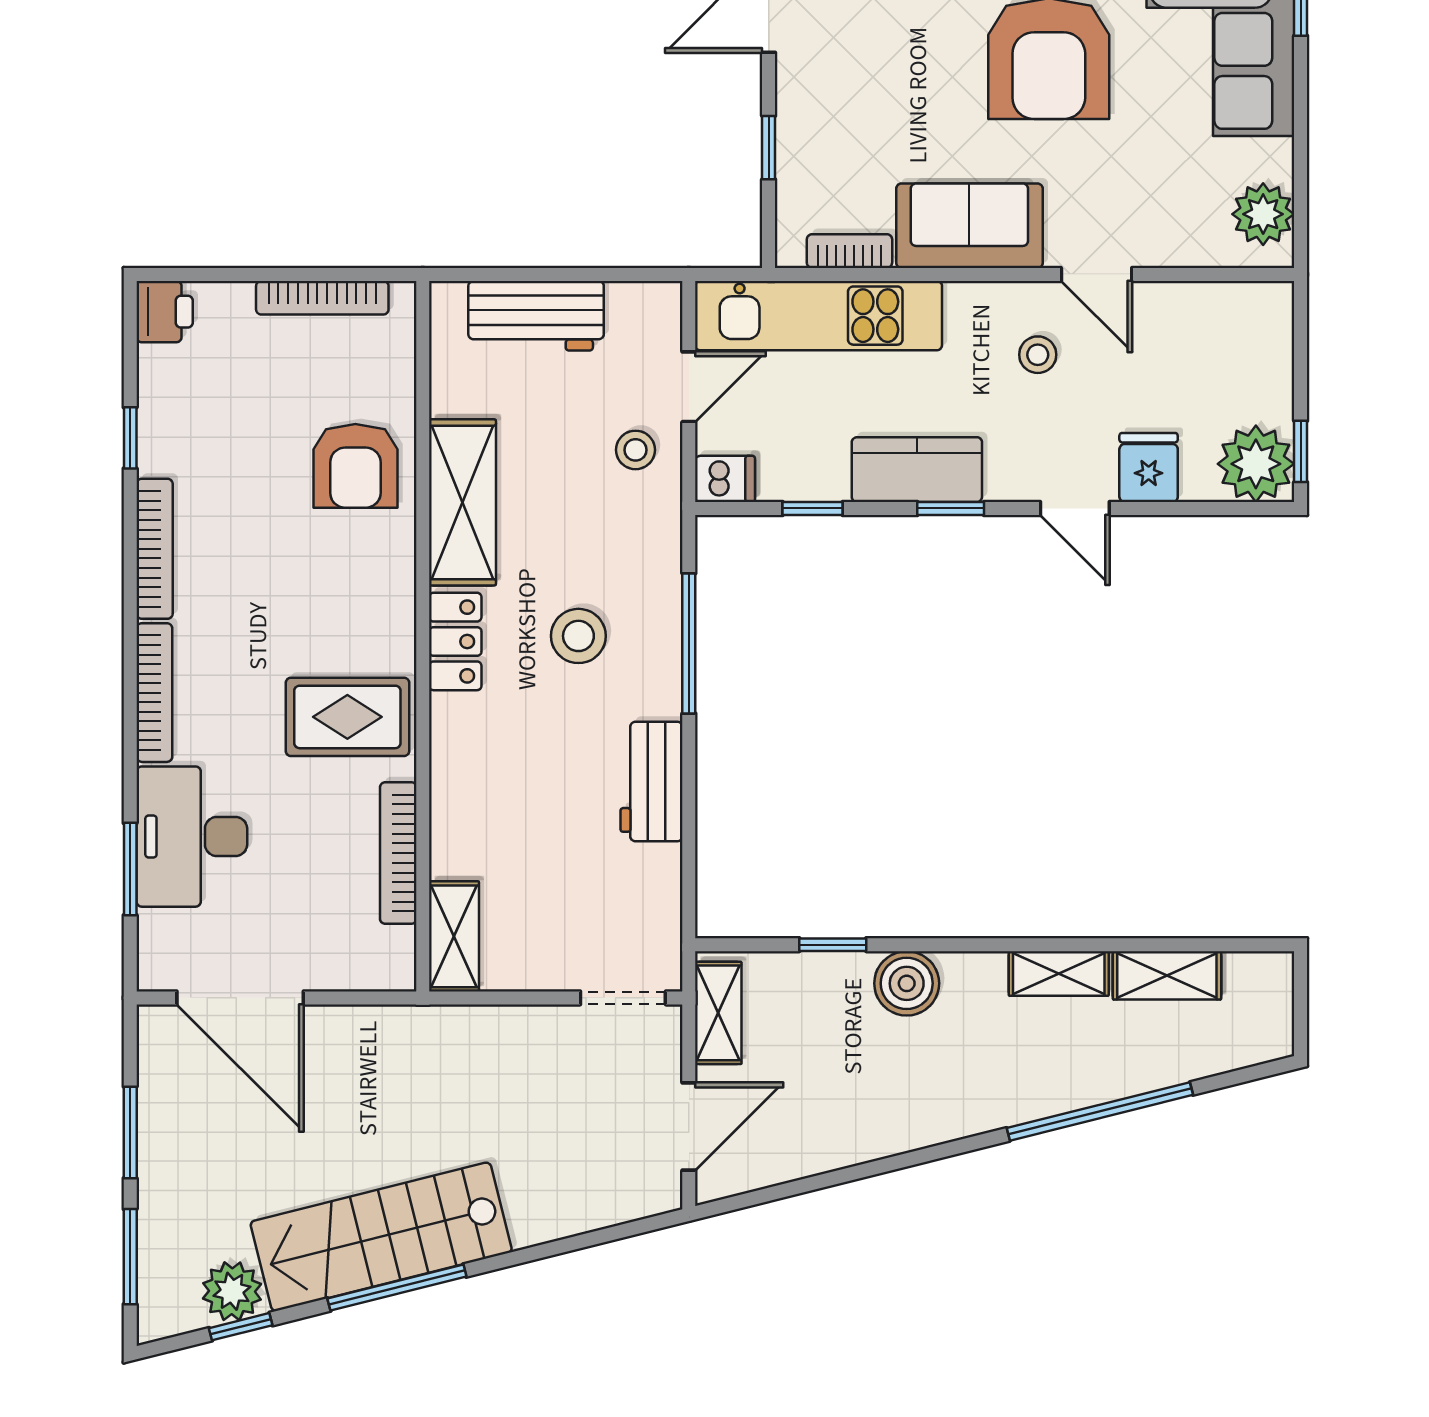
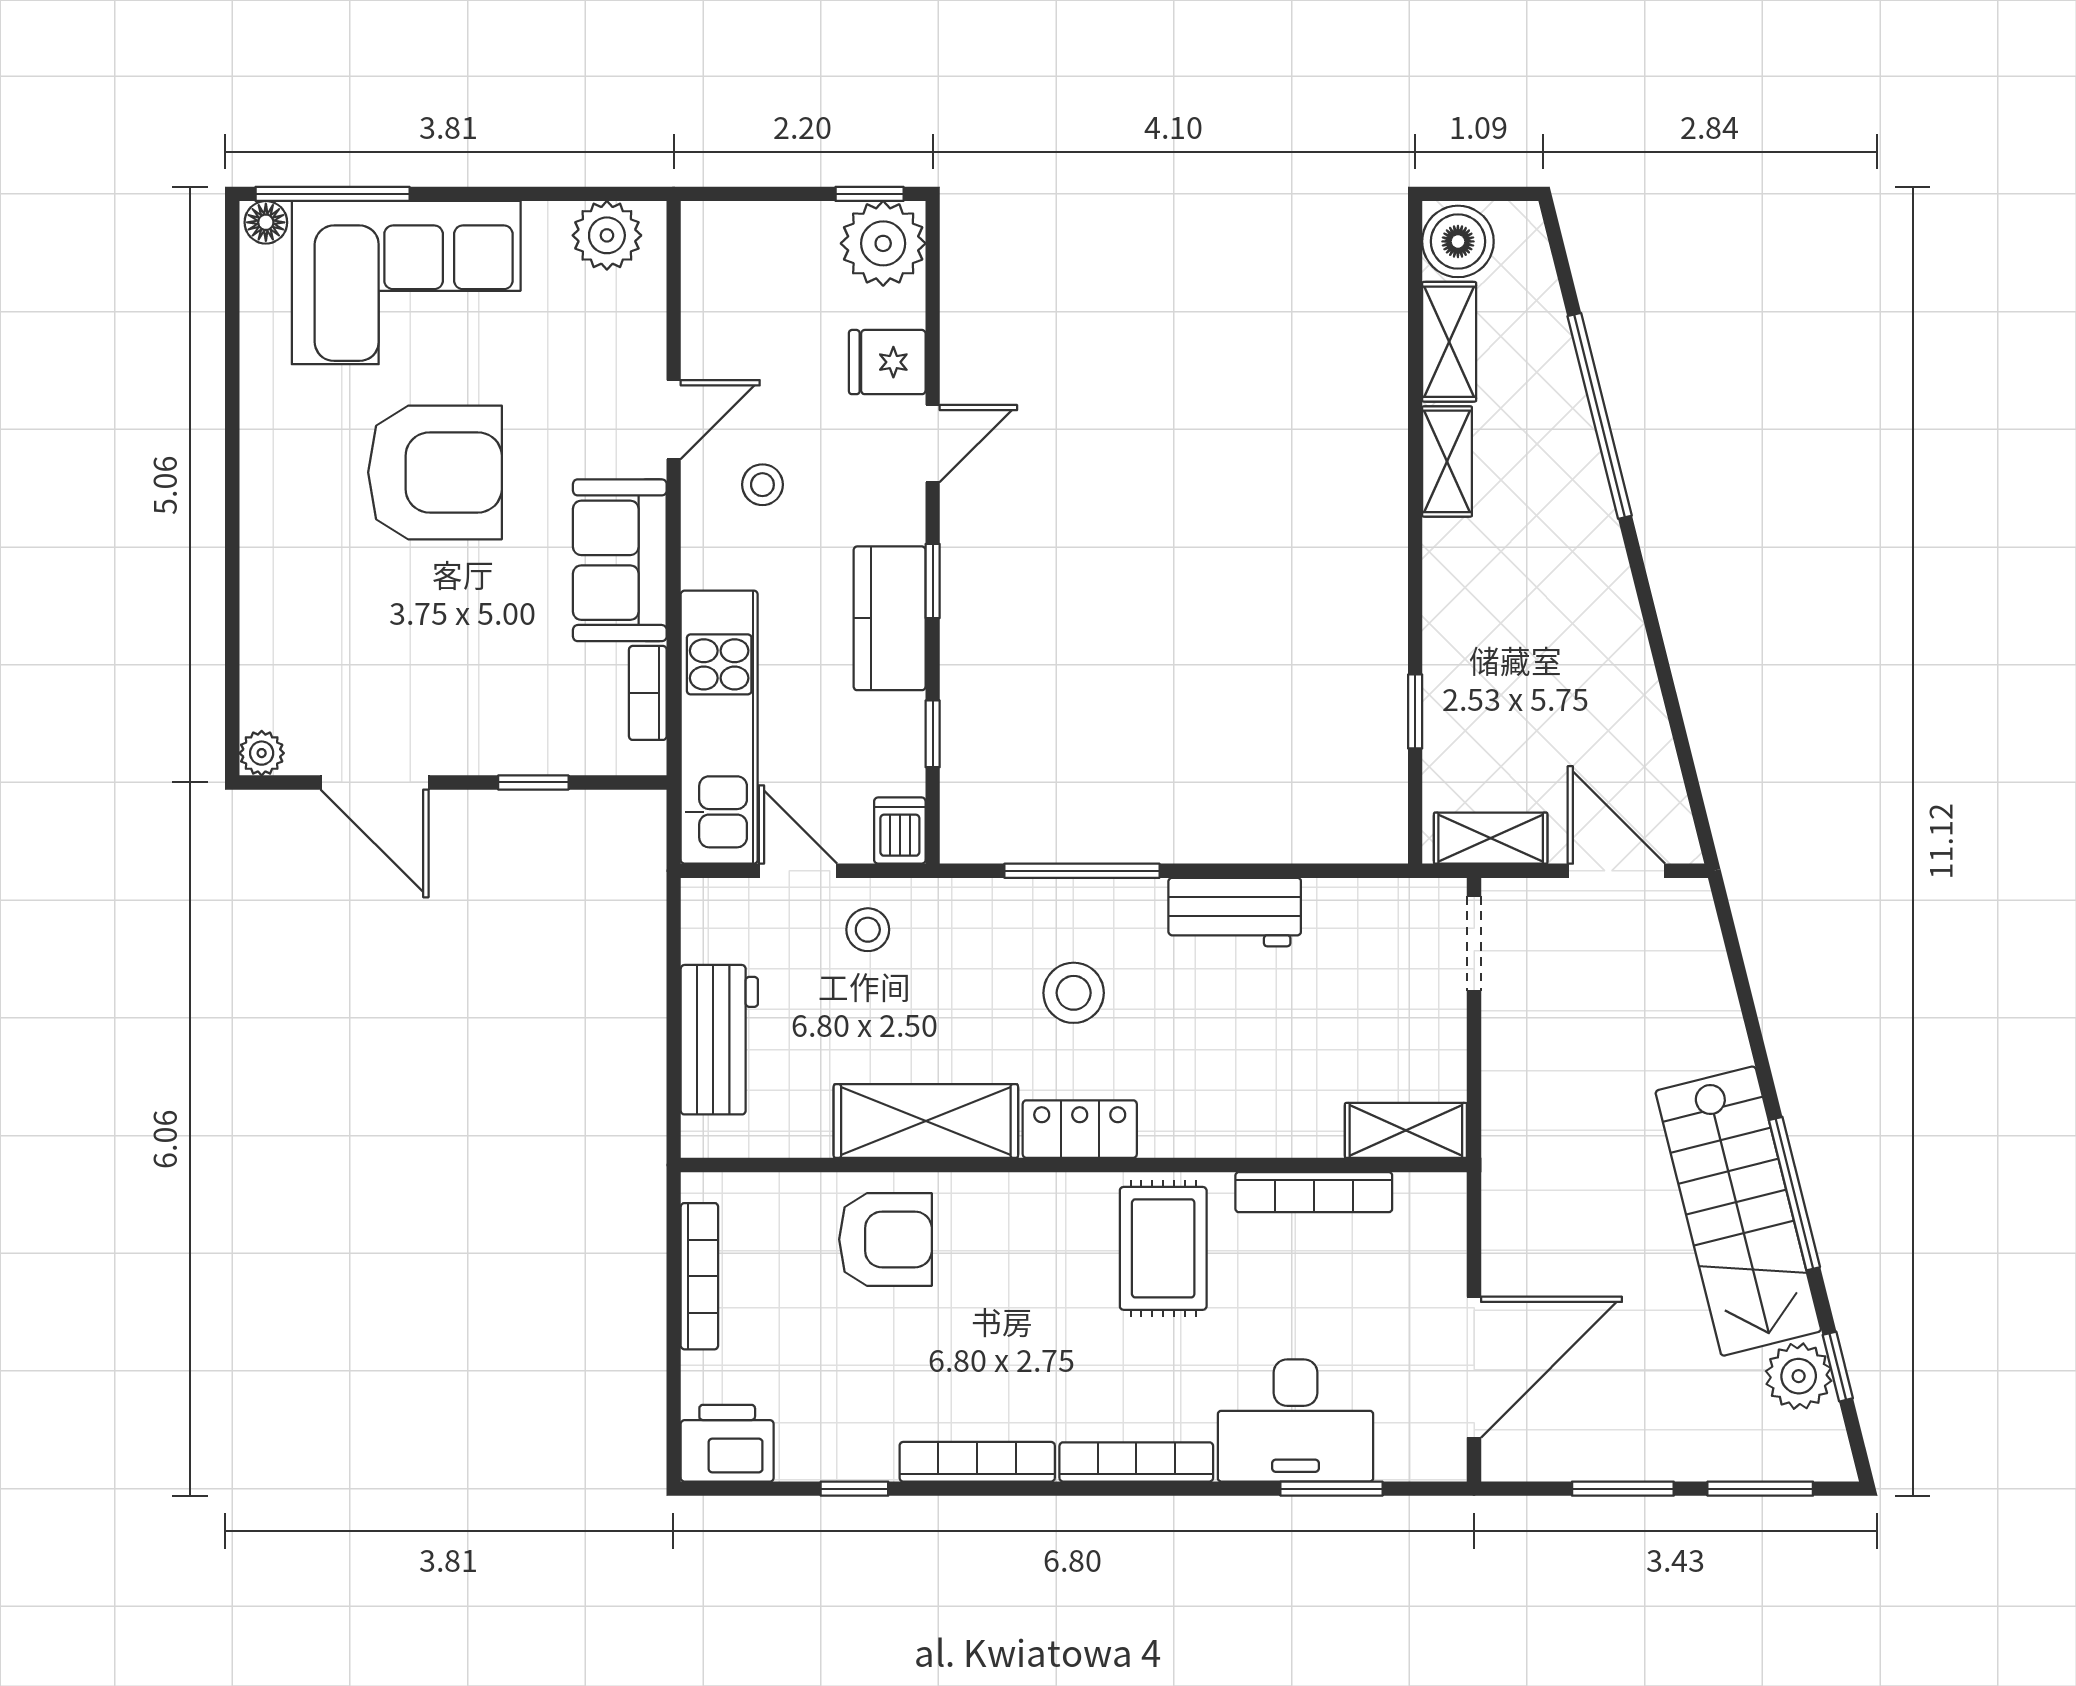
printer: (165, 312) -> (727, 1443), width x1.36, depth x1.24
boiler: (907, 983) -> (1458, 241), moved

